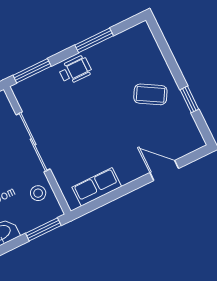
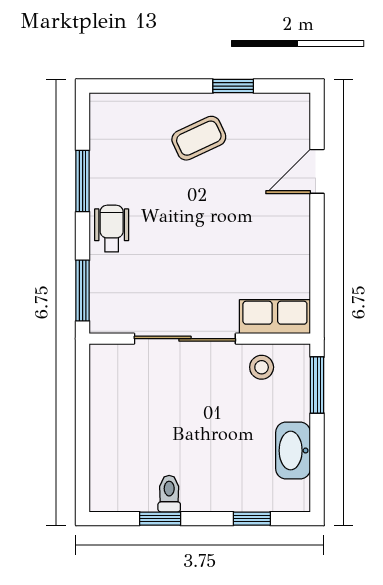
coffee table: (150, 94) -> (199, 138), turned 35
row of seats: (97, 187) -> (275, 317), moved, turned 90

